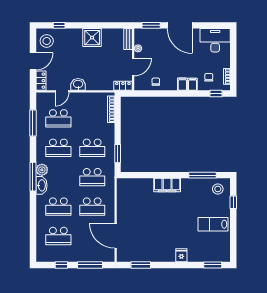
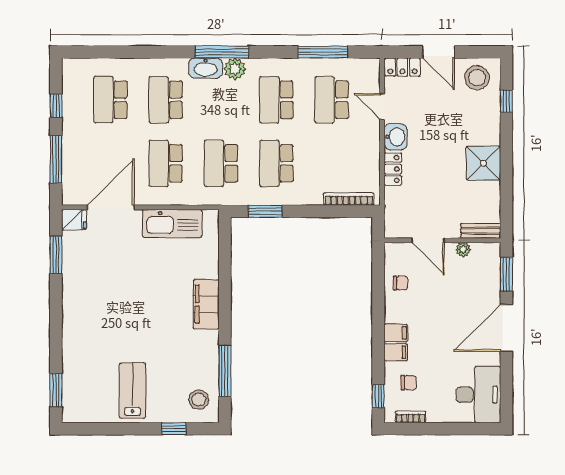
locker: (123, 86) -> (393, 169), moved
kitchen sink: (124, 203) -> (172, 223), added
fridge: (181, 255) -> (74, 220), moved

